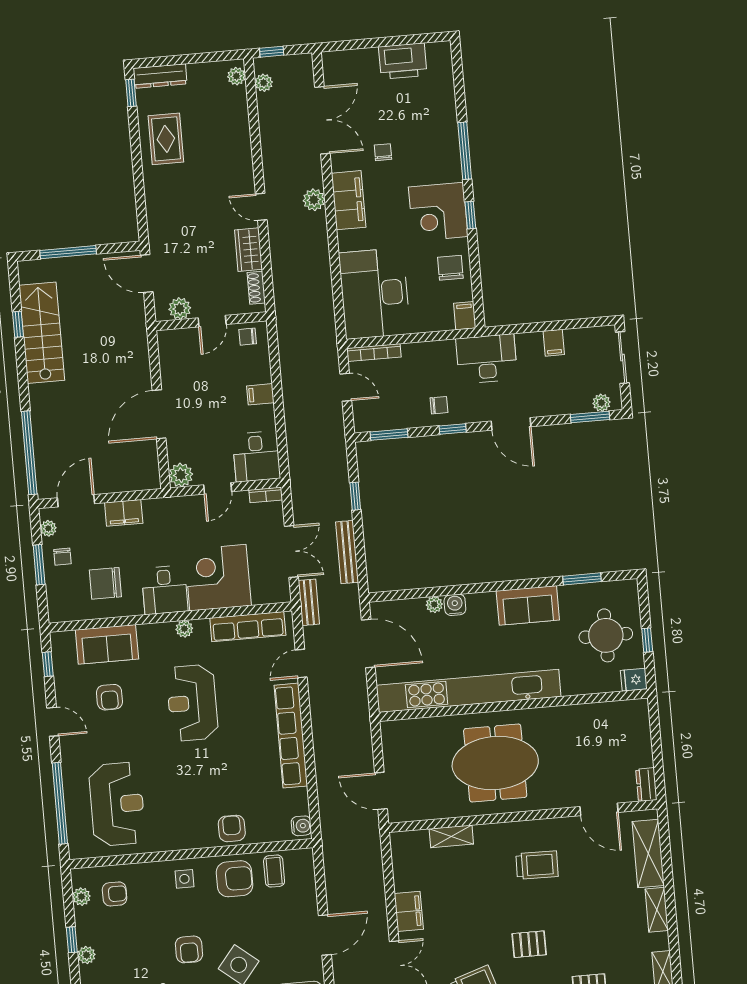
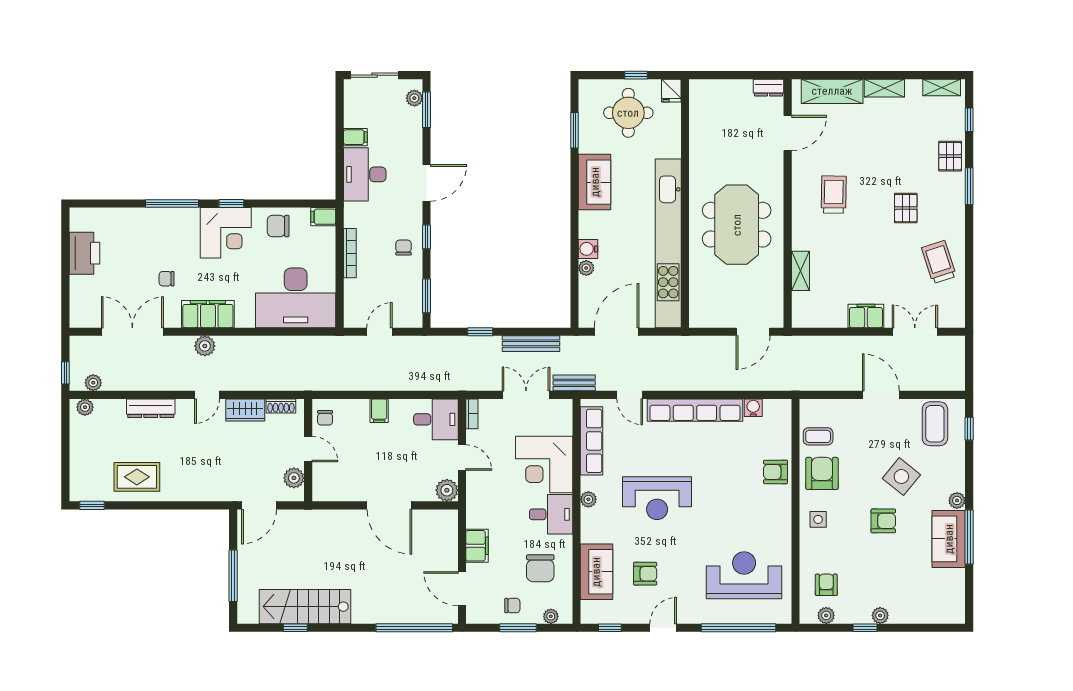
dresser: (160, 76) -> (151, 408), moved, turned 90
bookcase: (374, 353) -> (350, 253), moved
desk: (487, 359) -> (365, 174), moved
plant: (48, 528) -> (551, 616), moved
water cooler: (301, 826) -> (753, 408), moved

